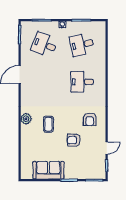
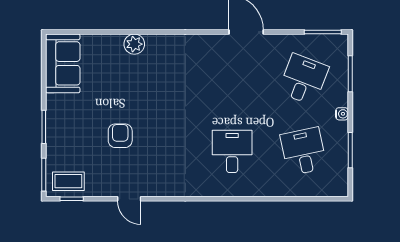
plant: (26, 119) -> (134, 44), moved
armchair: (90, 119) -> (160, 166), removed
coffee table: (48, 124) -> (68, 181), moved
door: (107, 148) -> (129, 199), moved
sofa: (48, 170) -> (63, 63), moved

